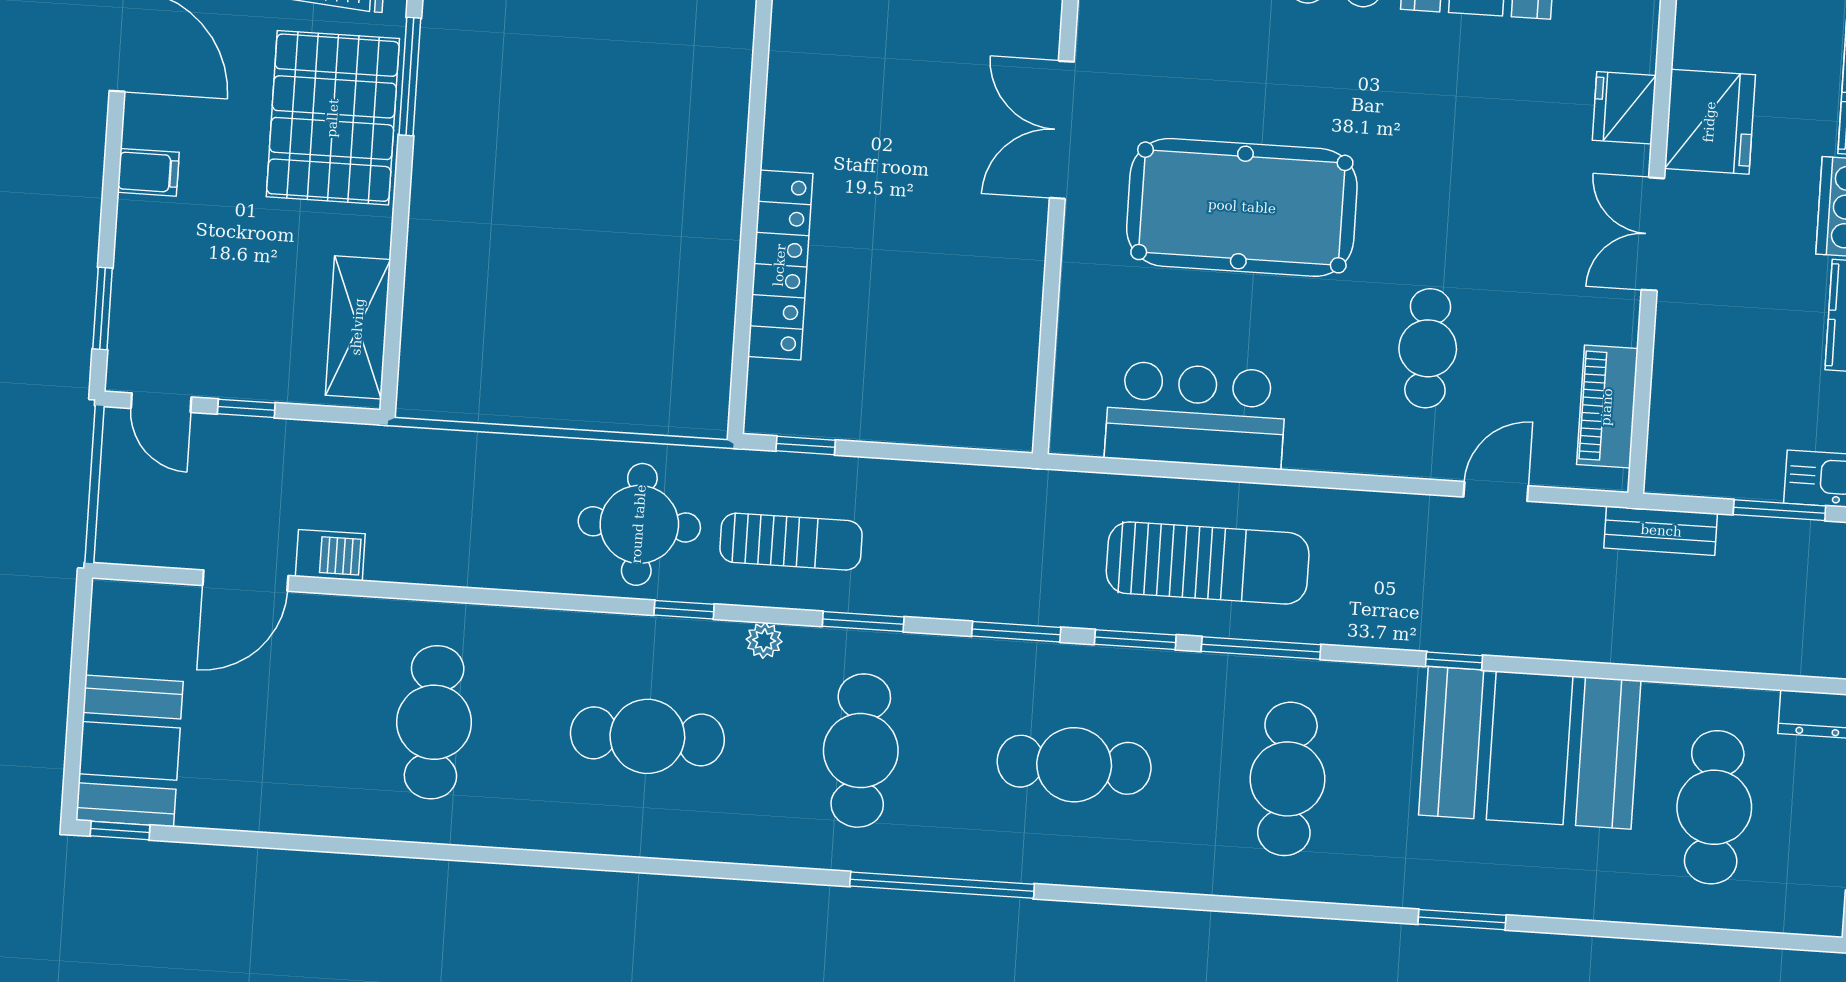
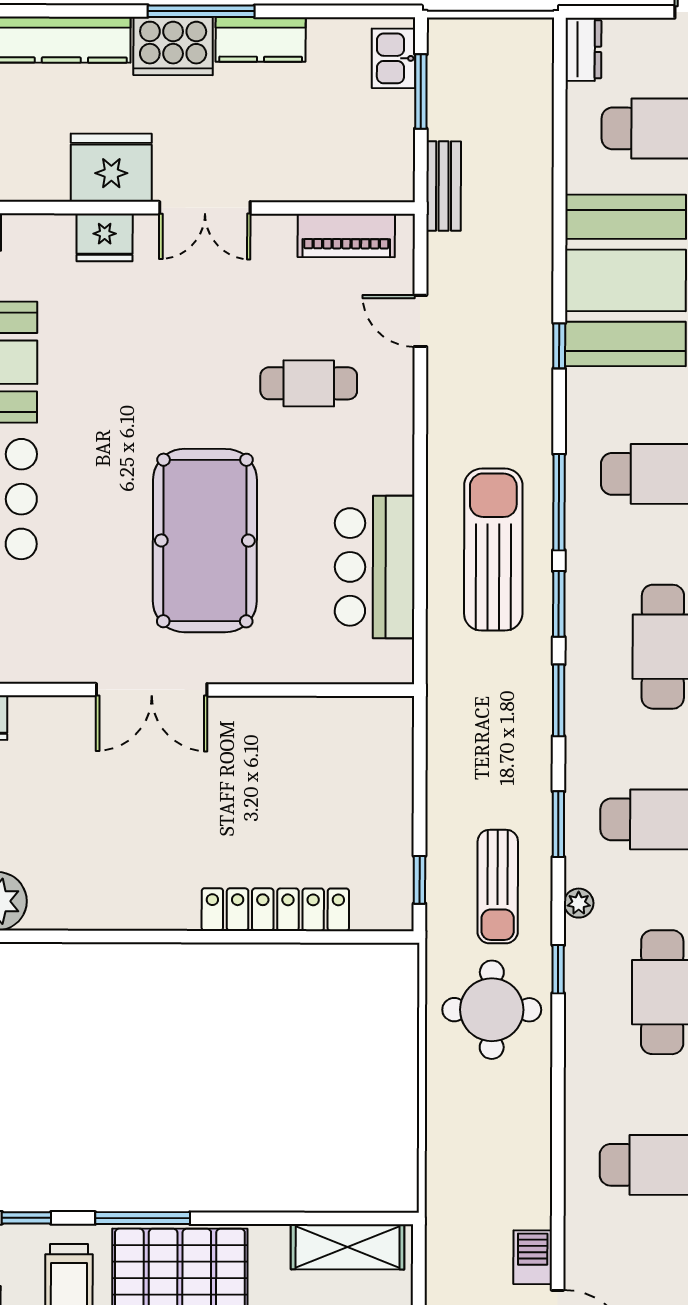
sun lounger: (791, 542) -> (498, 887), turned 180

